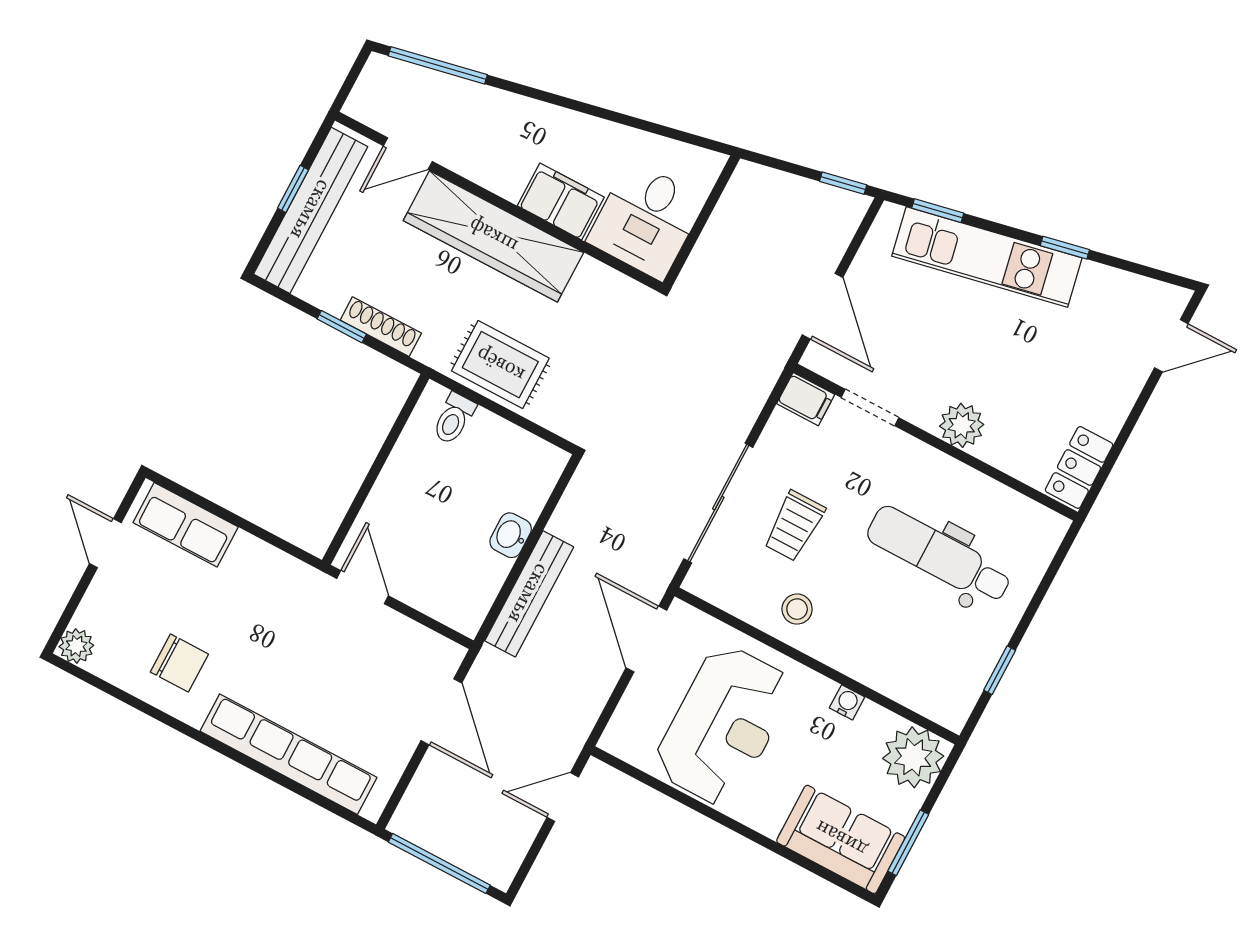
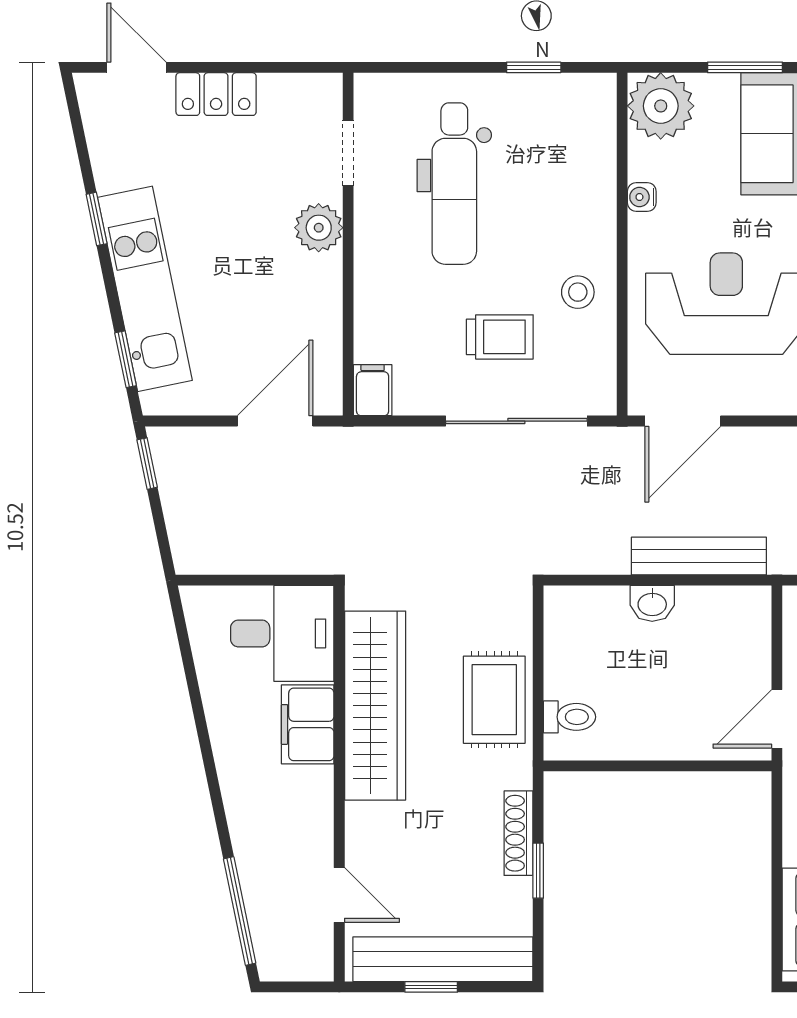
wardrobe: (493, 236) -> (375, 706), moved
doorway: (870, 407) -> (348, 153), moved
locker: (1079, 467) -> (216, 94), moved

